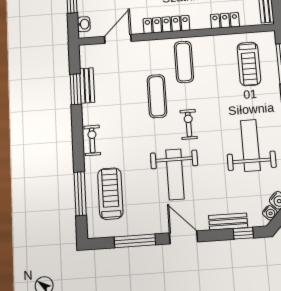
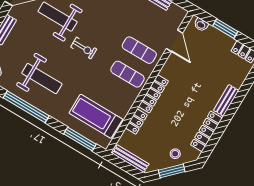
locker: (166, 24) -> (153, 94), moved
treadmill: (249, 64) -> (96, 116), width x1.37, depth x1.38
exercise mat: (157, 96) -> (139, 50), moved

